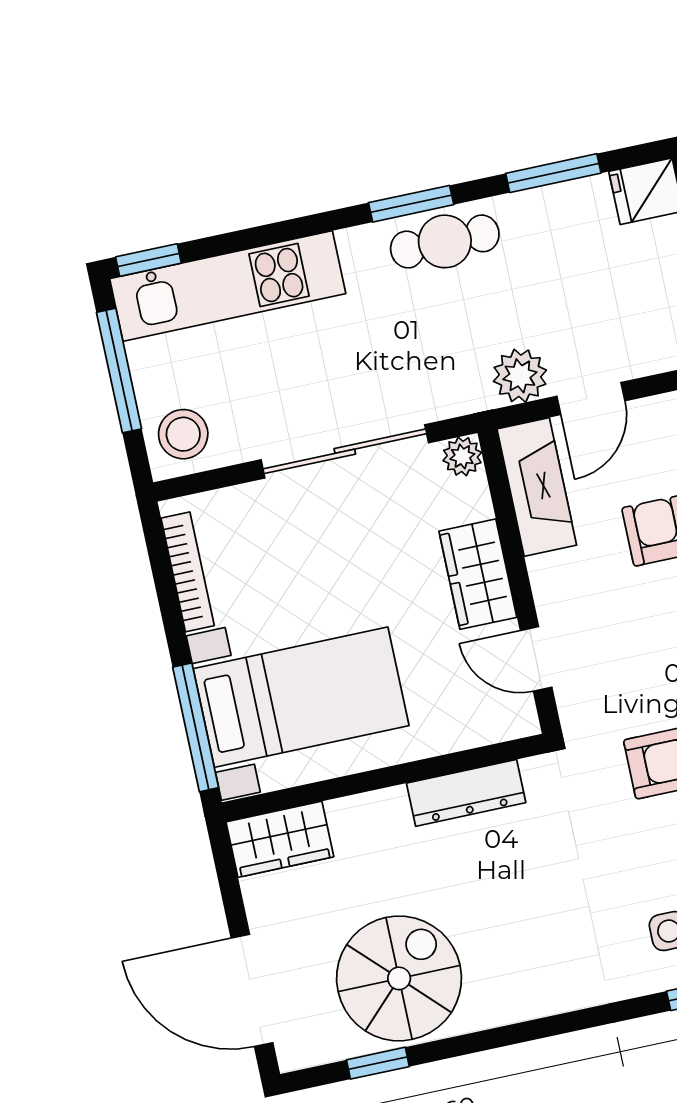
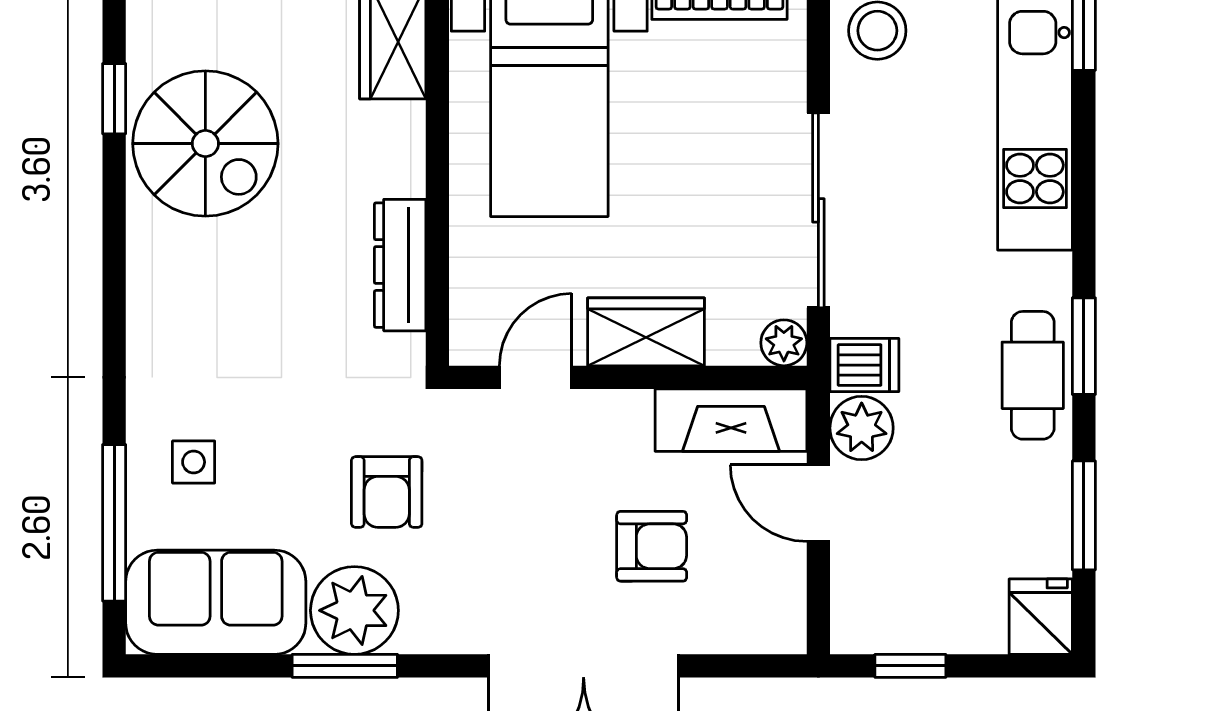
dishwasher: (466, 385) -> (864, 365), added

